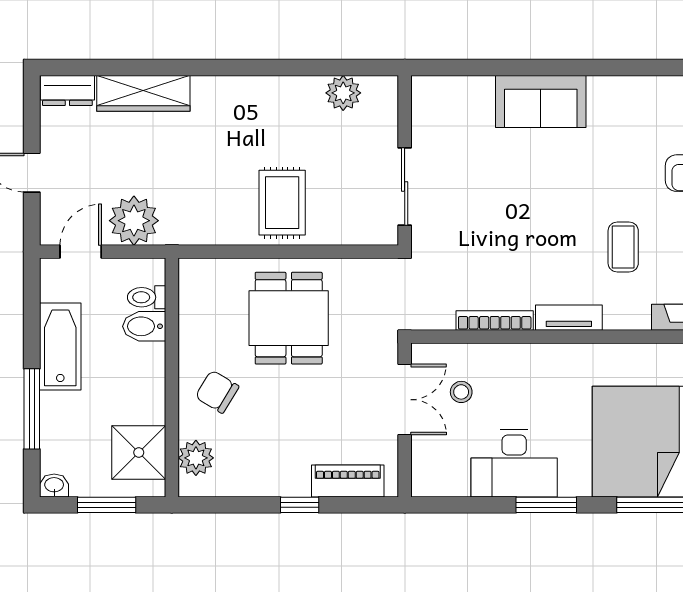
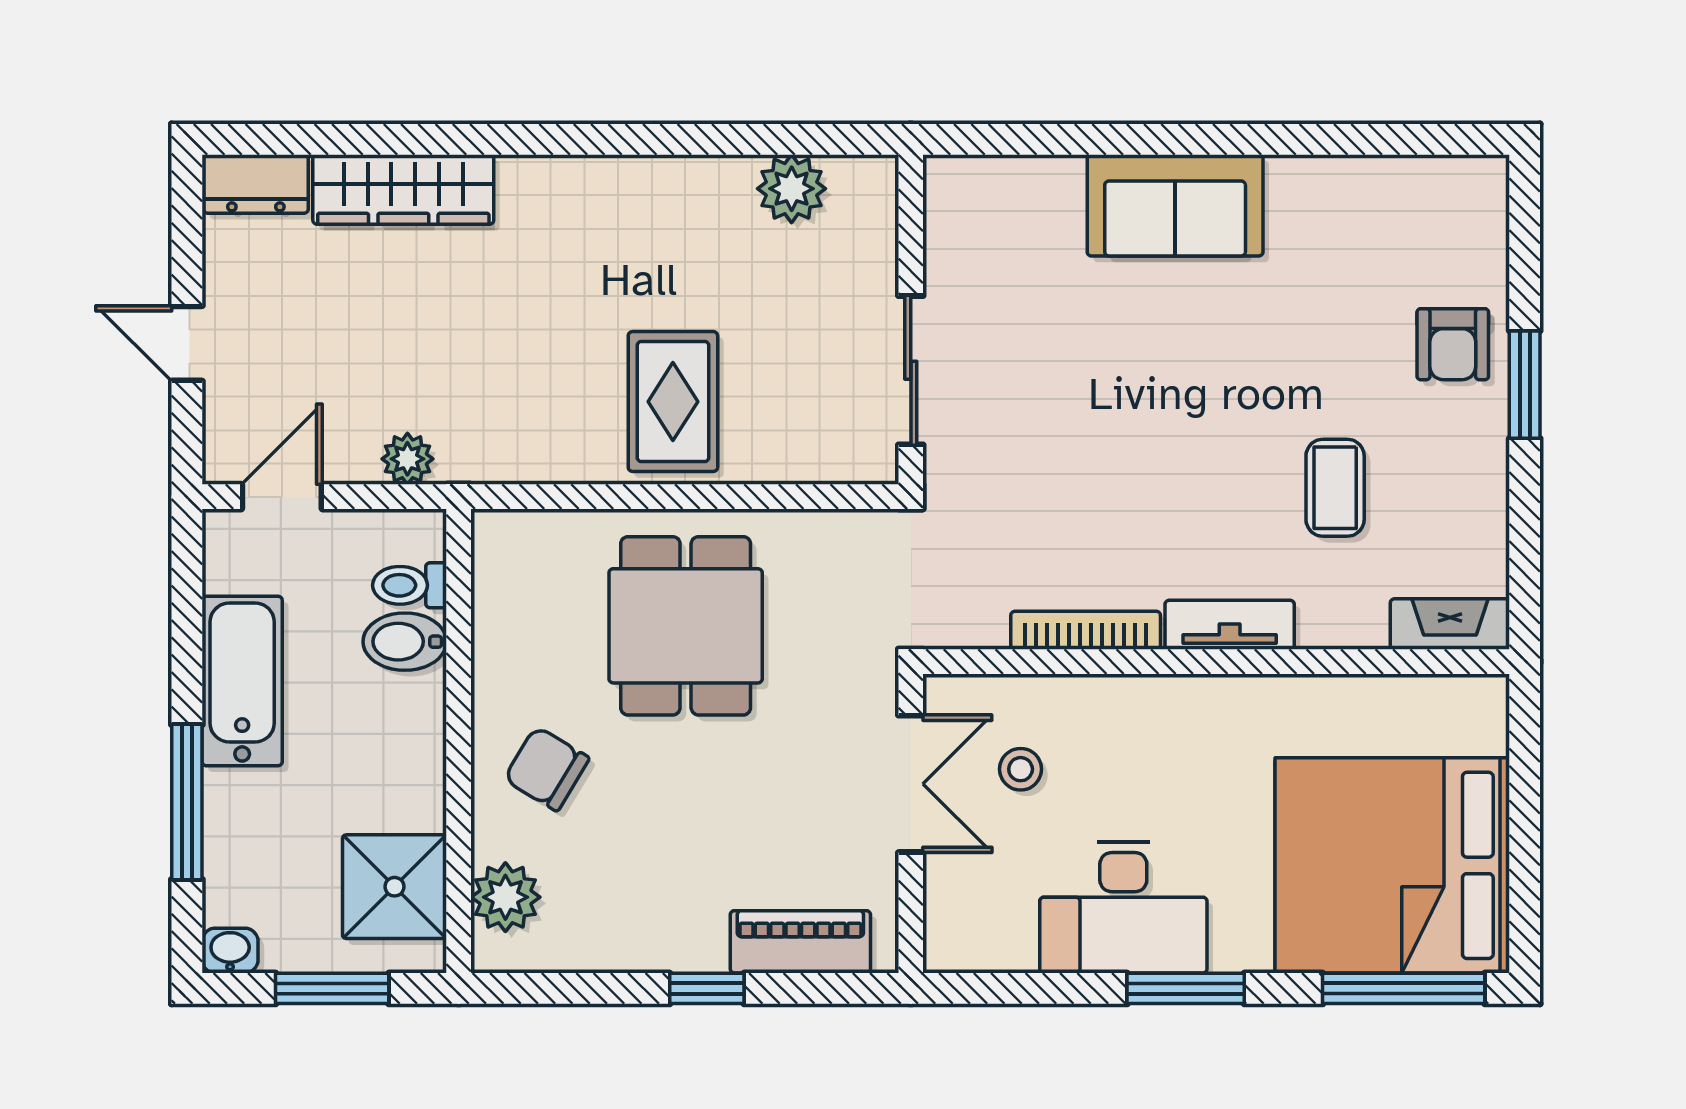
plant: (134, 221) -> (407, 459), width x0.53, depth x0.53

